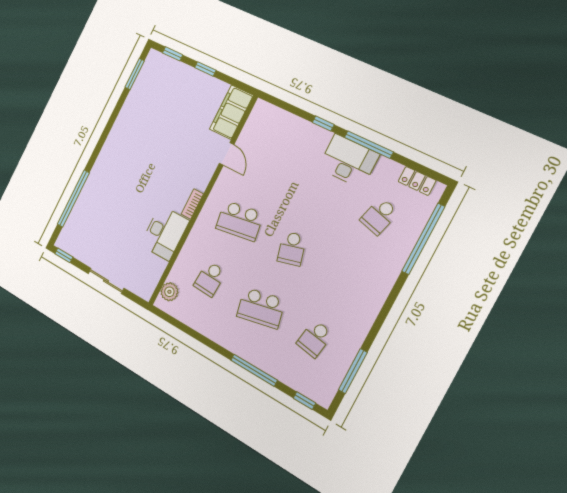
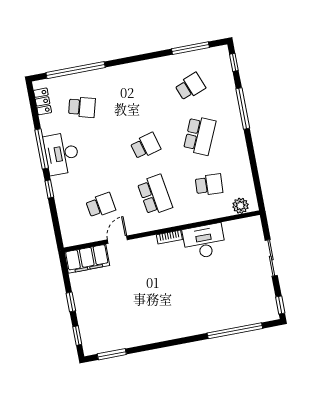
school desk: (270, 162) -> (101, 205), added
school desk: (261, 308) -> (200, 136), turned 36
school desk: (315, 339) -> (190, 87), turned -30

